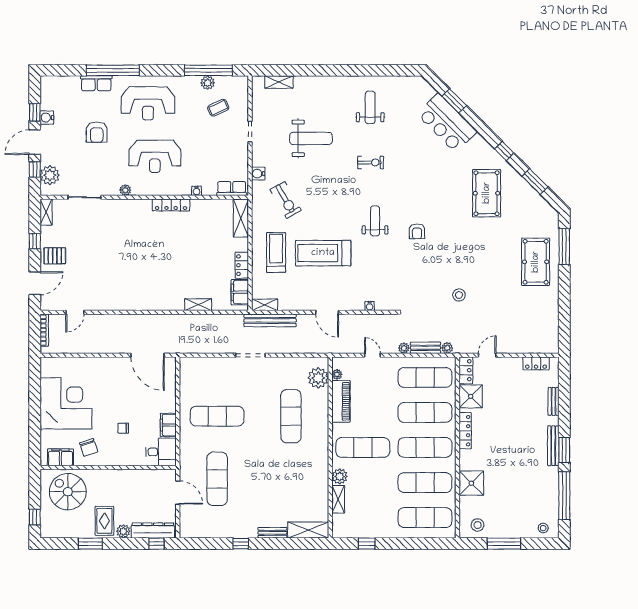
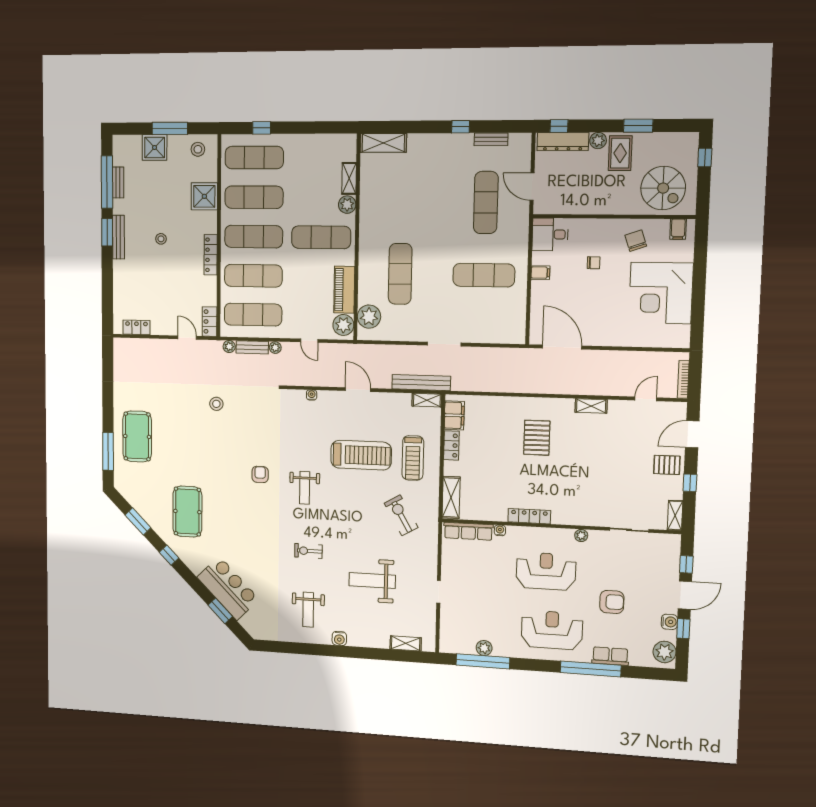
coffee table: (218, 108) -> (473, 620), removed
armchair: (97, 132) -> (612, 602), turned 90
water cooler: (258, 174) -> (339, 638), moved, turned 90
plant: (50, 175) -> (664, 652), moved
row of seats: (232, 189) -> (468, 531), width x1.48
pallet: (167, 275) -> (537, 438), added
shelving: (198, 305) -> (591, 406), moved
door: (487, 355) -> (187, 338), swing flipped
plant: (337, 374) -> (343, 325), width x1.88, depth x1.88
shower: (471, 396) -> (155, 148), moved
bench: (554, 401) -> (118, 182), moved
filing cabinet: (168, 425) -> (540, 273), width x0.50
filing cabinet: (60, 457) -> (678, 229), width x0.50
stool: (543, 528) -> (161, 239), moved
bench: (272, 533) -> (491, 139), moved
window: (367, 544) -> (262, 128), moved

